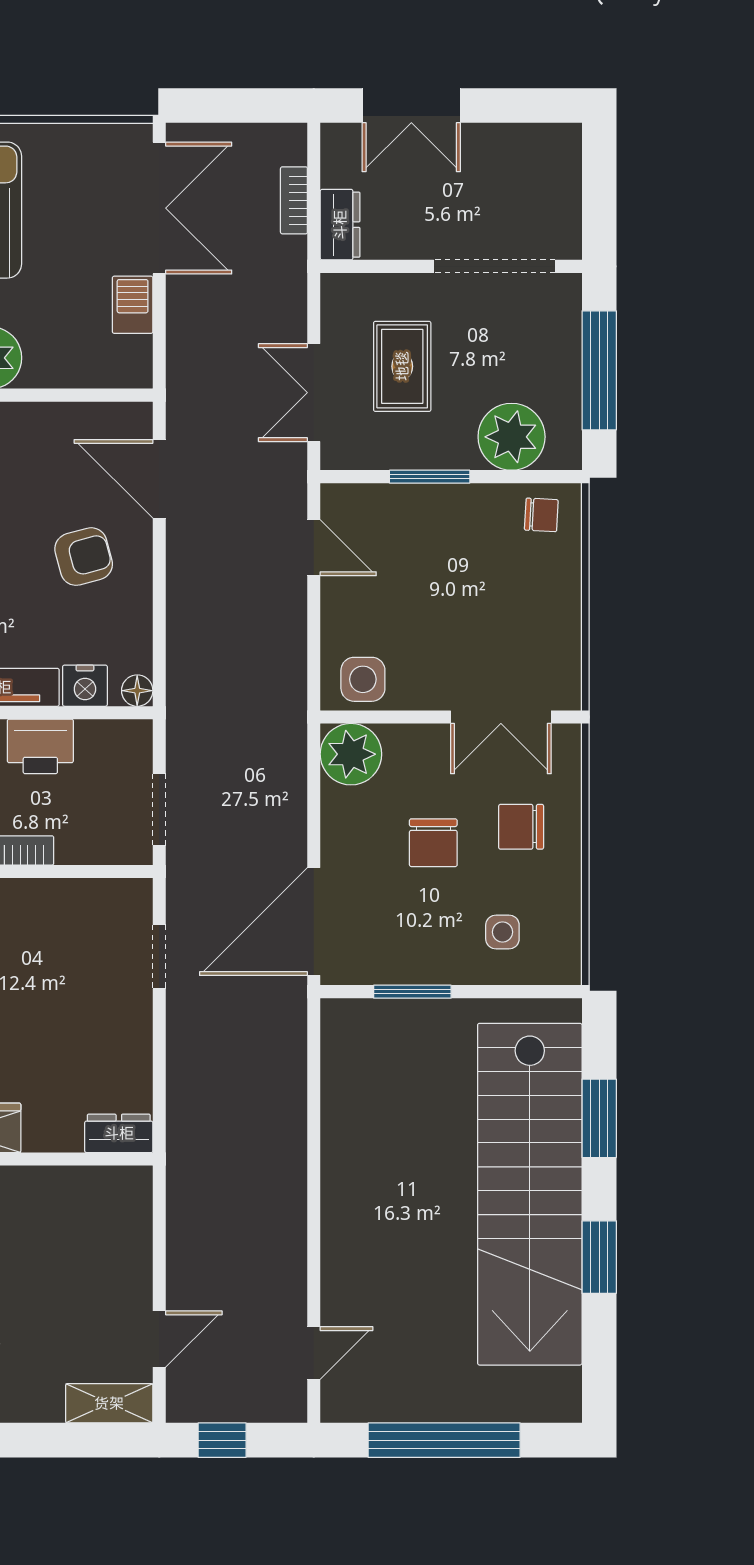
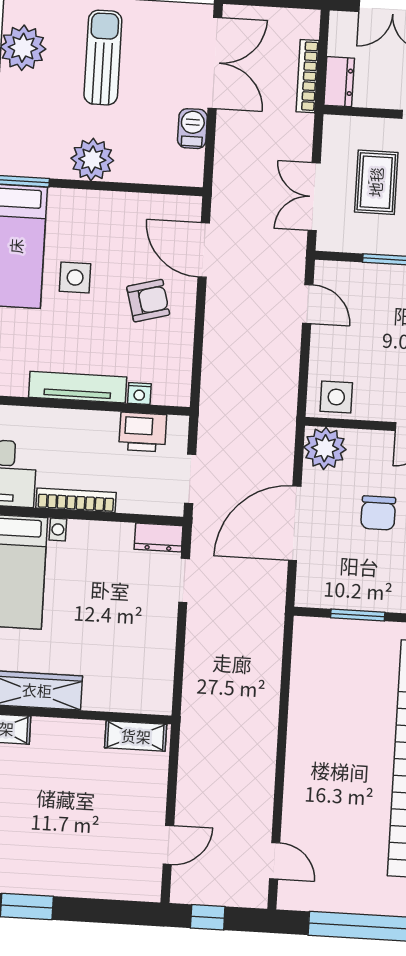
bookcase: (294, 200) -> (307, 76), width x1.56
nightstand: (85, 686) -> (139, 393), width x0.72, depth x0.74
floor lamp: (137, 691) -> (180, 396), removed
printer: (40, 746) -> (143, 432), moved
door: (314, 922) -> (295, 523), moved
dresser: (119, 1133) -> (159, 538), moved, turned 180
door: (314, 1353) -> (275, 861), hinge flipped
shelving: (109, 1403) -> (136, 736), moved

